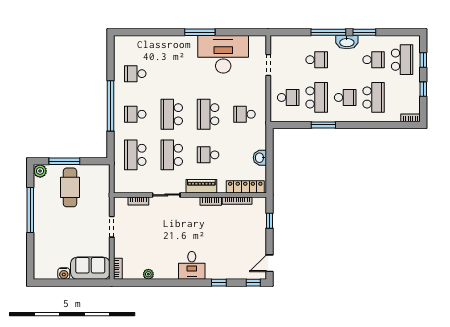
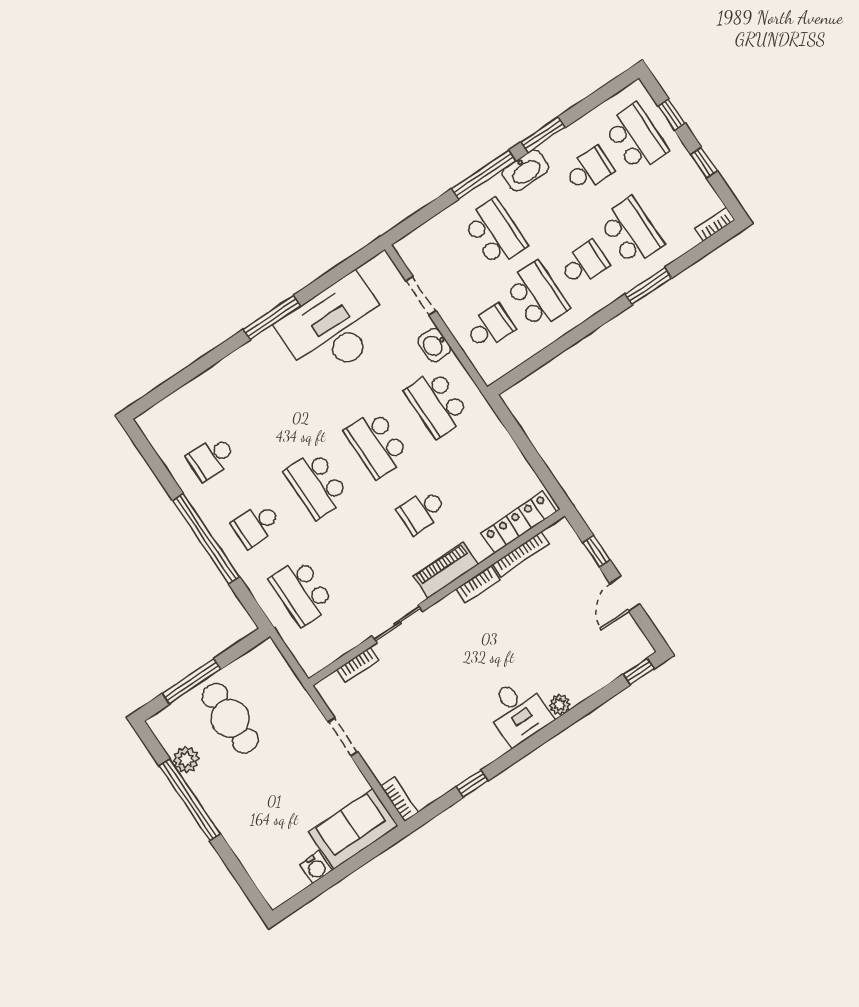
school desk: (317, 60) -> (495, 233), width x1.85
school desk: (245, 114) -> (437, 403), width x1.85
window: (323, 125) -> (648, 286), moved
school desk: (172, 155) -> (362, 551), removed
washbasin: (260, 158) -> (434, 345), moved
plant: (40, 171) -> (186, 760), moved
door: (269, 263) -> (625, 594), moved
plant: (148, 274) -> (560, 705), moved
window: (219, 283) -> (472, 784), moved

